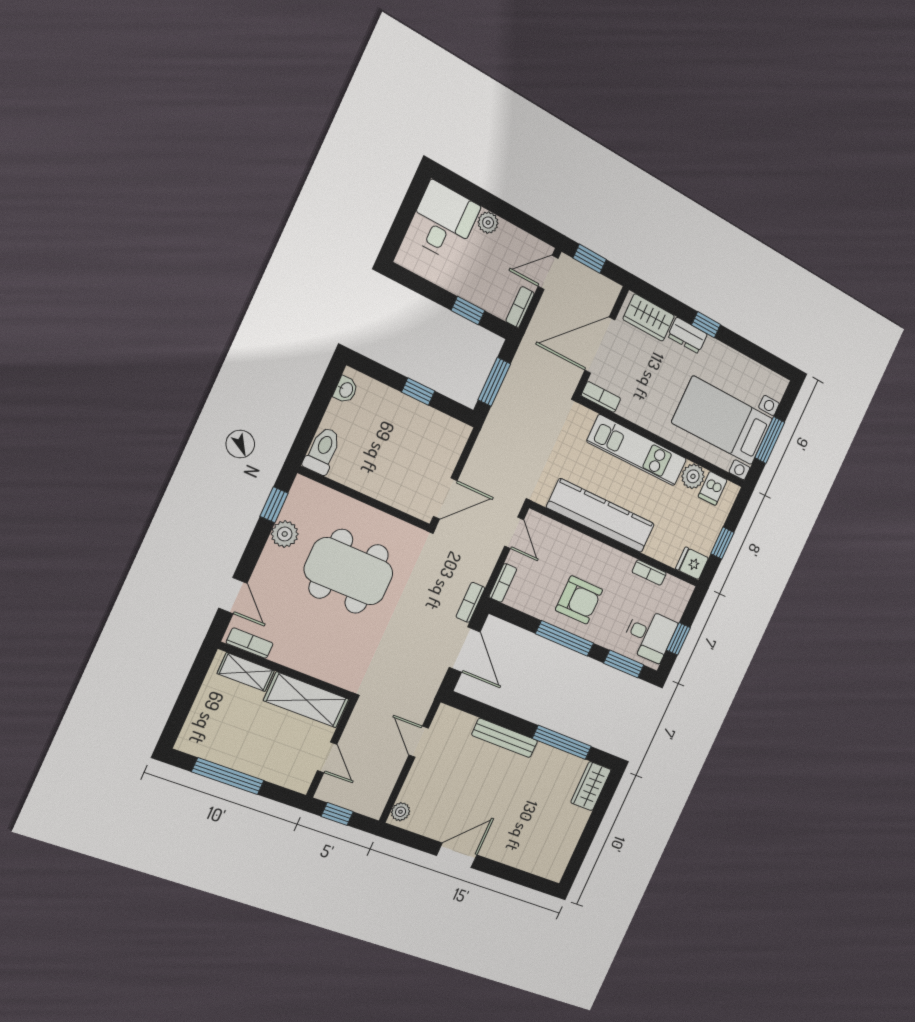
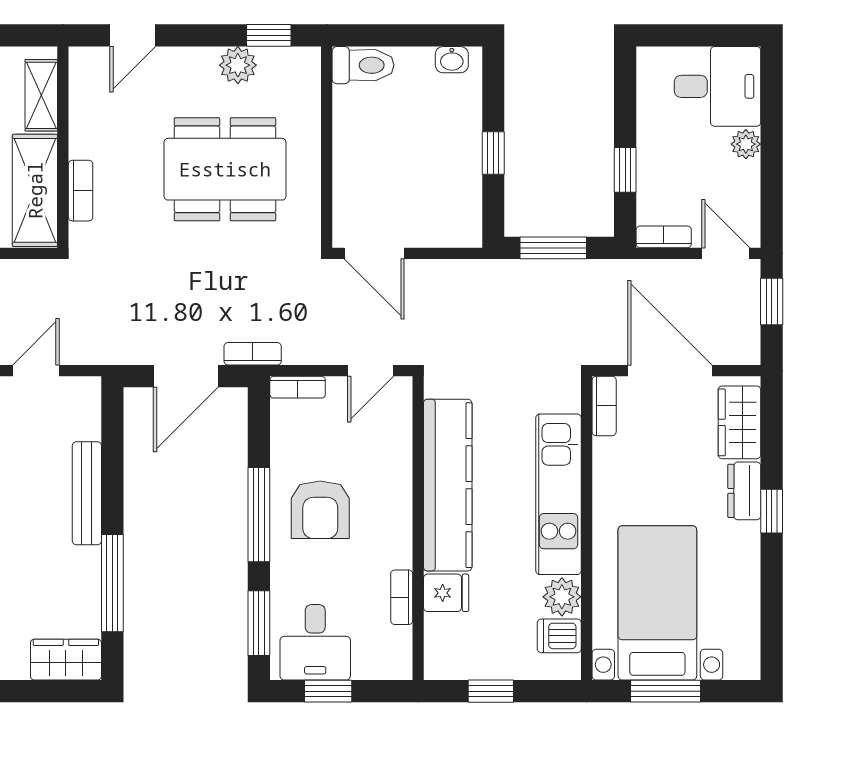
fridge: (692, 563) -> (446, 593), moved, turned 90
dining table: (349, 571) -> (225, 169), turned 90
bookcase: (250, 643) -> (81, 191), moved

